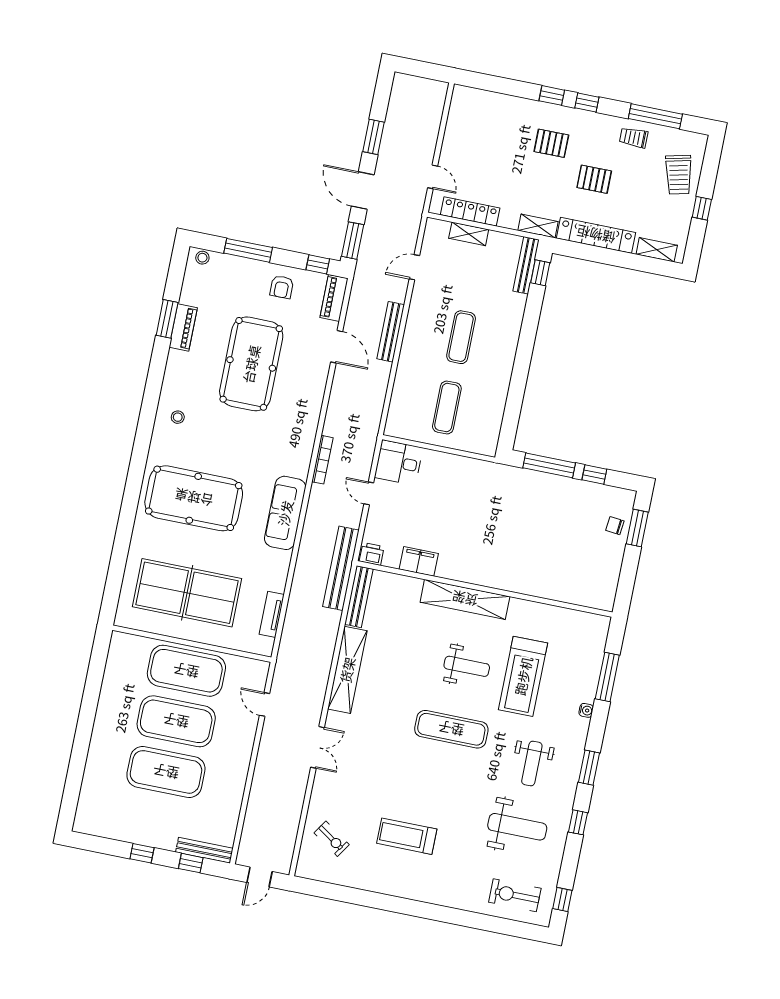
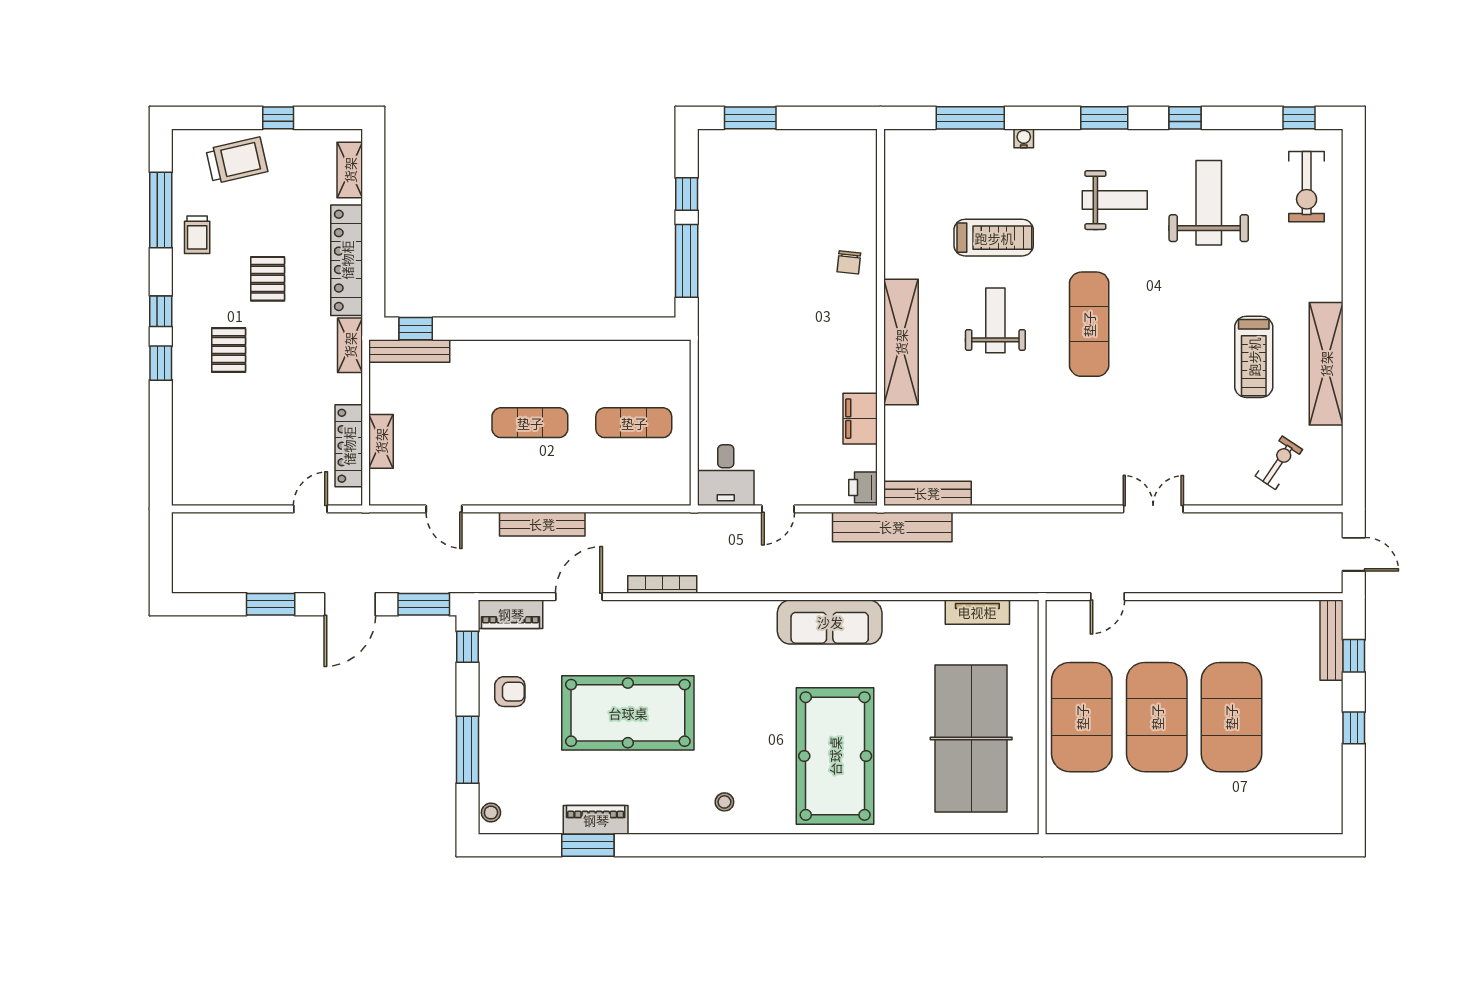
bookcase: (322, 460) -> (662, 584), moved
chair: (615, 526) -> (849, 262), moved
shelving: (347, 670) -> (1326, 364), moved, turned 90
treadmill: (523, 676) -> (994, 238), width x0.73, depth x0.73

